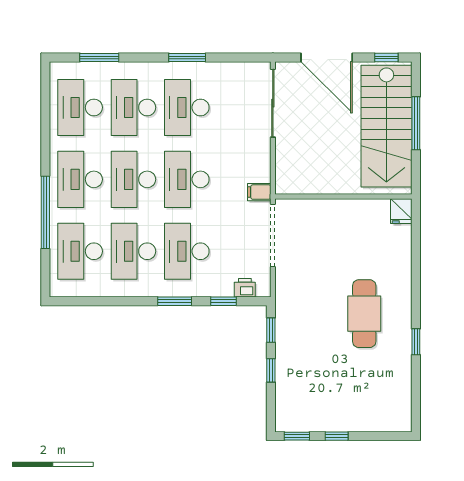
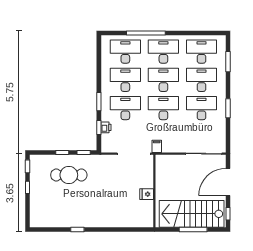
fridge: (401, 211) -> (147, 194), moved
printer: (245, 288) -> (106, 127), moved
cafe table: (364, 314) -> (69, 175), moved

